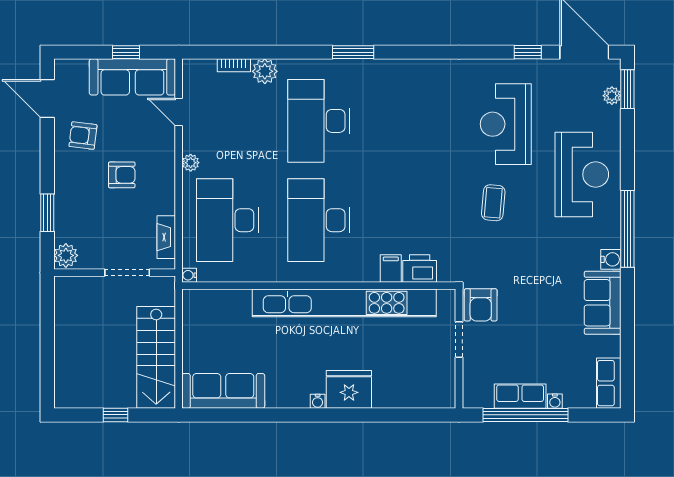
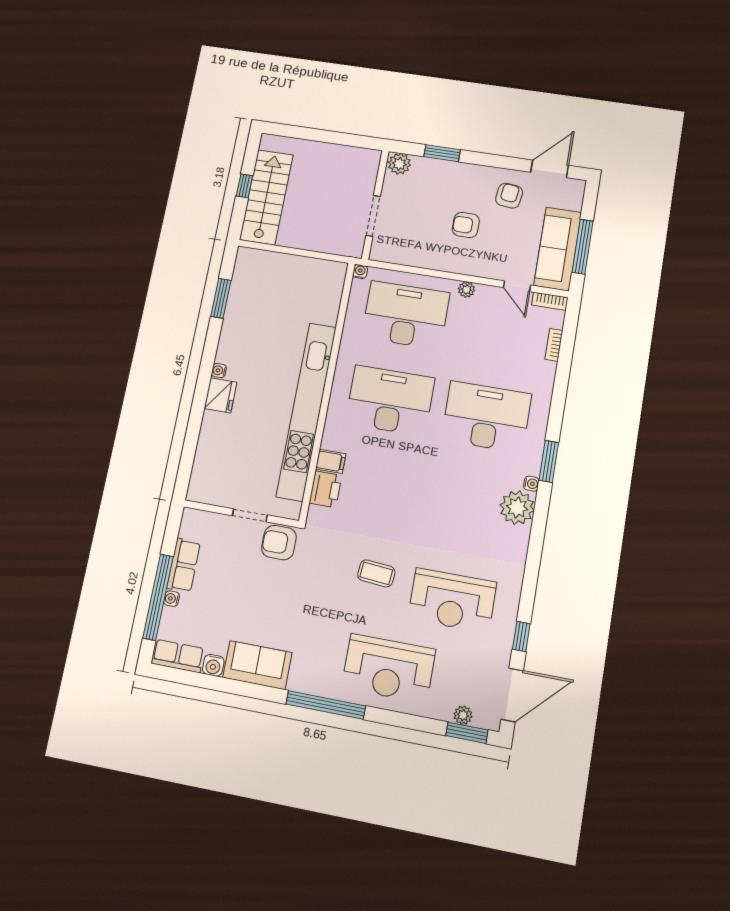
window: (126, 52) -> (583, 247), width x2.17
water cooler: (378, 66) -> (531, 484), added
plant: (265, 71) -> (517, 508), moved, width x1.36, depth x1.36
bookcase: (189, 76) -> (550, 301), added
door: (179, 112) -> (517, 286), swing flipped
reception desk: (506, 124) -> (452, 600), turned 180
armchair: (122, 175) -> (466, 225), turned 90
fireplace: (166, 237) -> (400, 256), removed
water cooler: (611, 259) -> (213, 665), moved
stairs: (156, 357) -> (266, 197), moved, turned 90
fridge: (349, 389) -> (220, 395), width x0.73, depth x0.75
sofa: (223, 391) -> (246, 286), removed
window: (241, 415) -> (221, 298), added
window: (525, 415) -> (158, 597), moved

